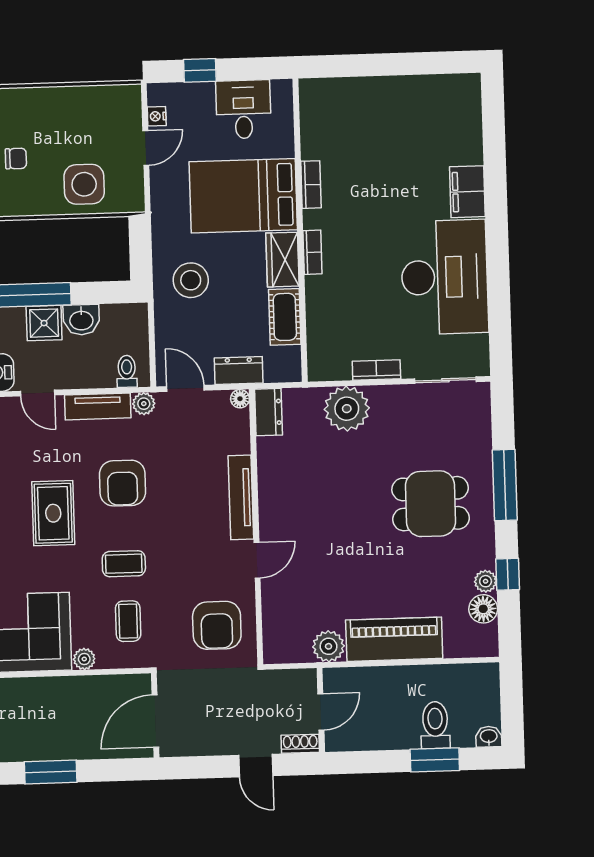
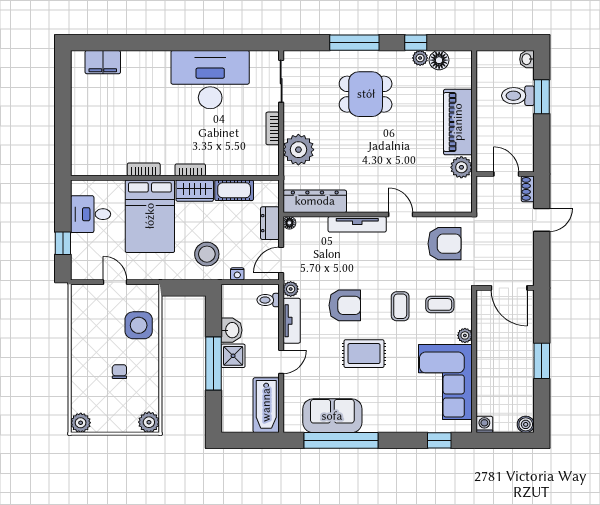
nightstand: (157, 116) -> (237, 274), moved
filing cabinet: (467, 192) -> (103, 62), moved
dresser: (268, 412) -> (315, 201), width x1.96, depth x1.24
dining table: (431, 504) -> (366, 94), turned 90

